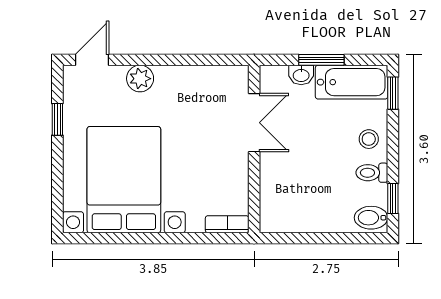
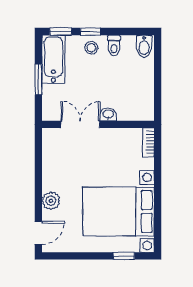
door: (92, 60) -> (38, 233), swing flipped
washbasin: (301, 75) -> (108, 114), moved, turned -90
window: (57, 119) -> (124, 256), moved
window: (393, 199) -> (90, 31), moved

